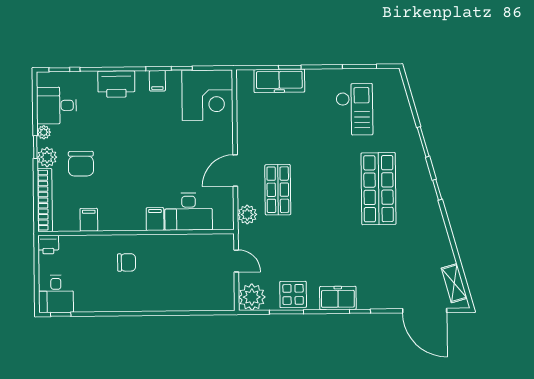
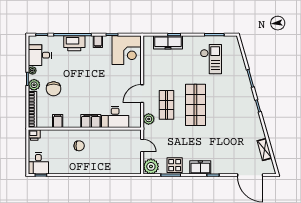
shop shelf: (379, 189) -> (195, 105), moved
filing cabinet: (155, 219) -> (91, 121), width x2.00
shelving: (454, 283) -> (264, 149), moved

